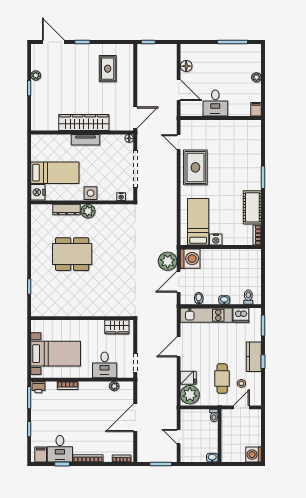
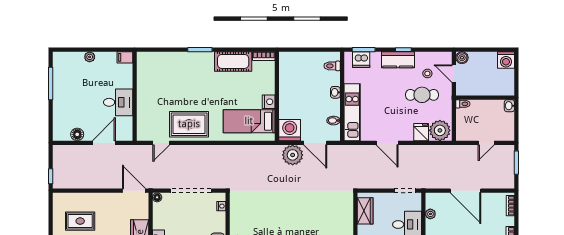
dishwasher: (241, 315) -> (361, 60), moved, turned 90
boiler: (256, 415) -> (462, 58), added

